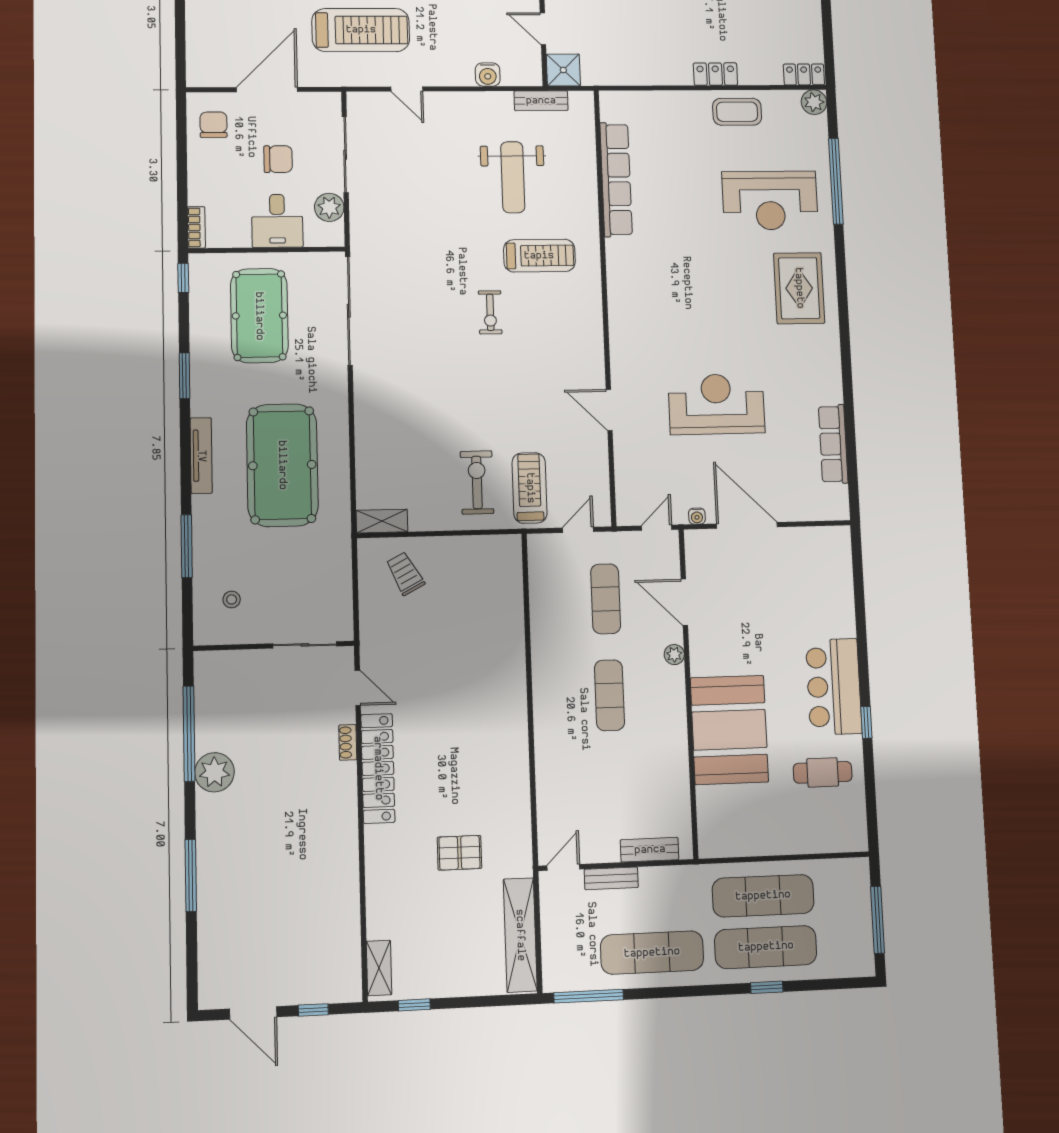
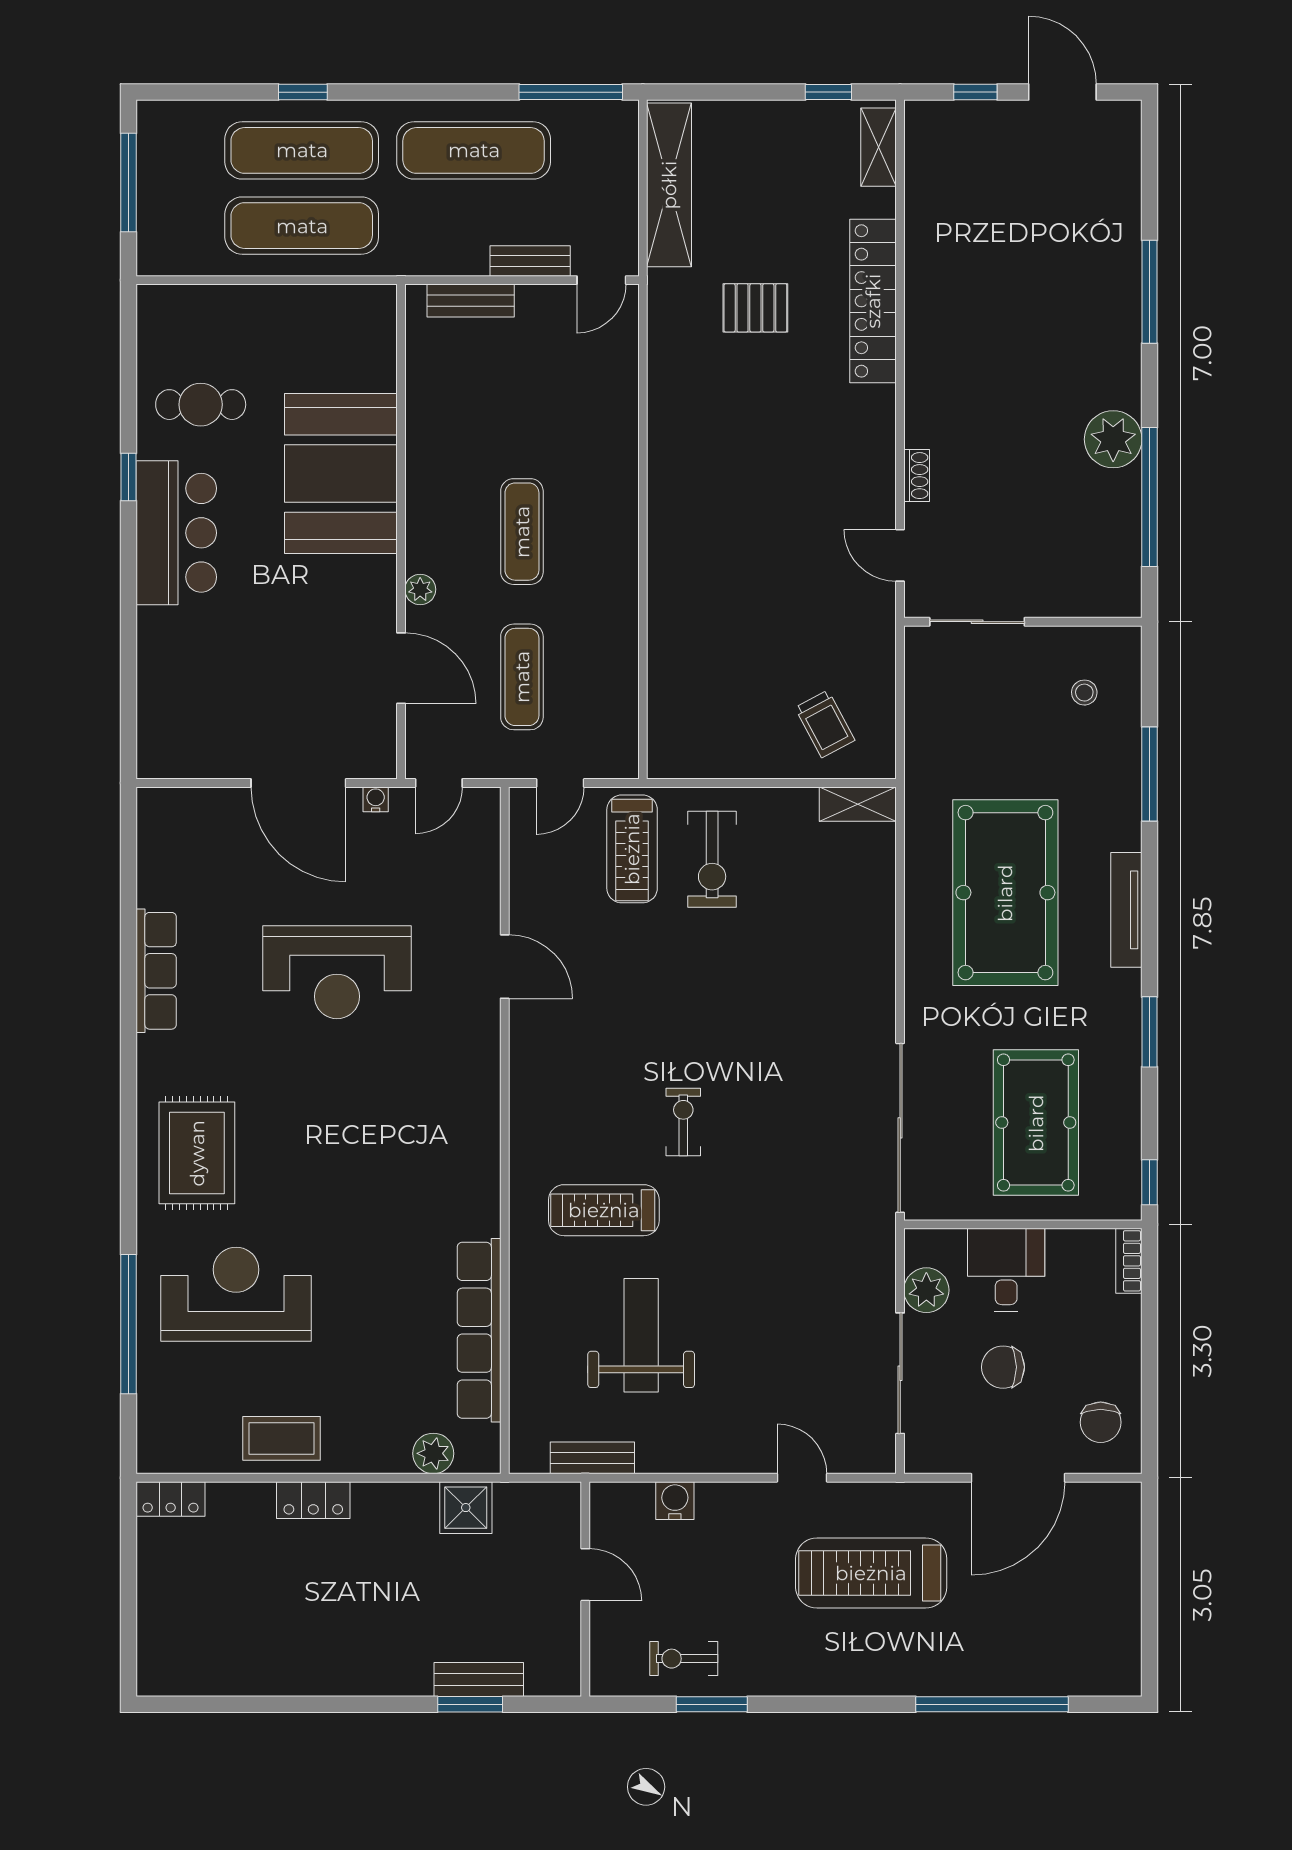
shower: (563, 70) -> (466, 1508), moved
plant: (814, 102) -> (433, 1453), moved
row of seats: (833, 444) -> (156, 971), moved
locker: (378, 768) -> (873, 301), moved

